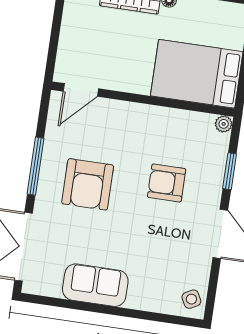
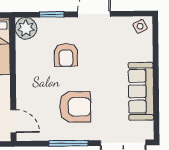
plant: (224, 124) -> (26, 28), width x1.87, depth x1.87
sofa: (95, 285) -> (141, 91), width x1.36

